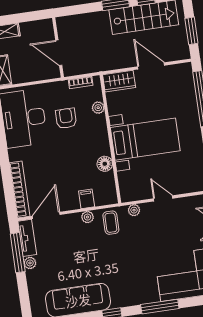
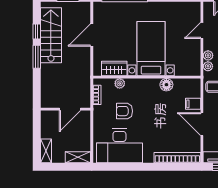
wardrobe: (119, 81) -> (114, 68), moved, turned -90
door: (163, 198) -> (202, 30), moved
door: (46, 215) -> (202, 124), moved
plant: (87, 217) -> (208, 55), moved

